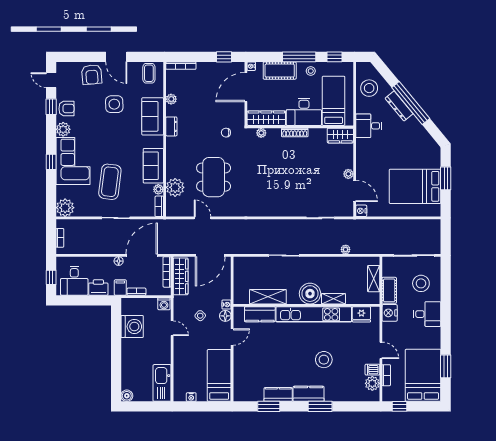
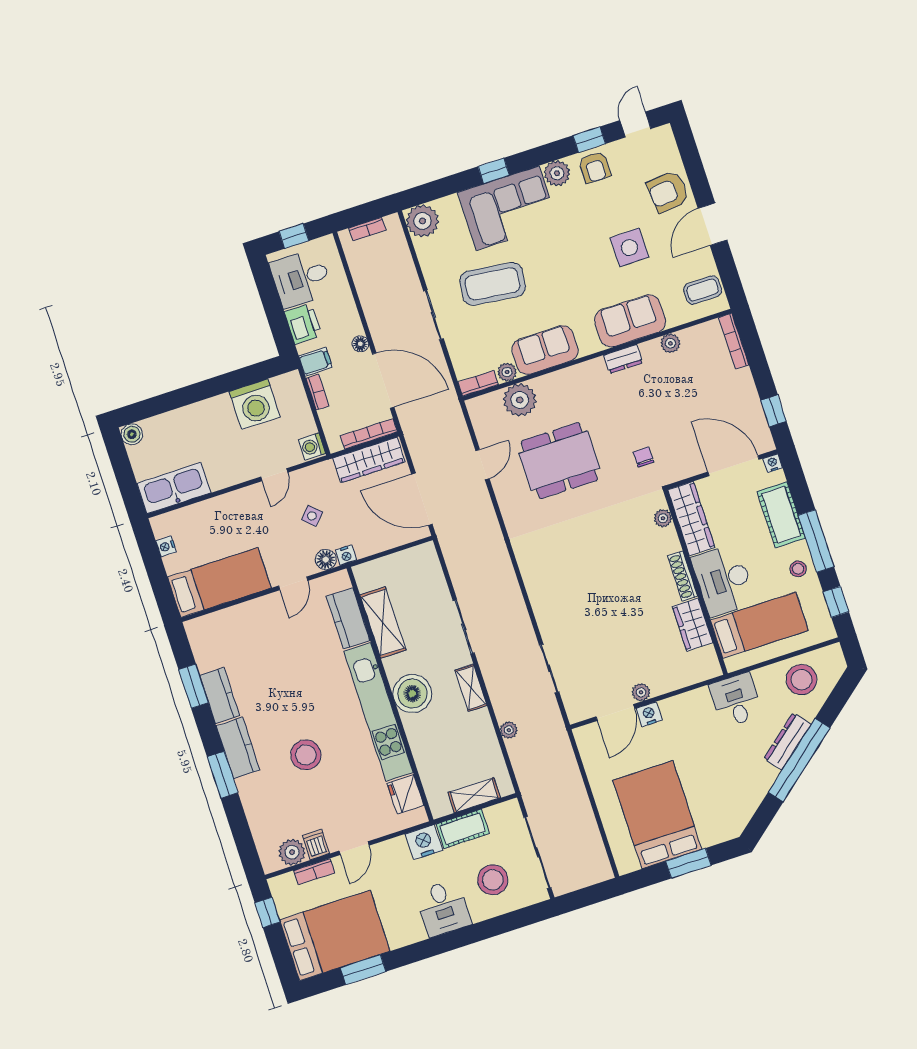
wardrobe: (340, 136) -> (693, 625), moved
nightstand: (361, 211) -> (649, 714), moved
shelving: (333, 299) -> (471, 688), moved
door: (232, 337) -> (293, 583), hinge flipped

